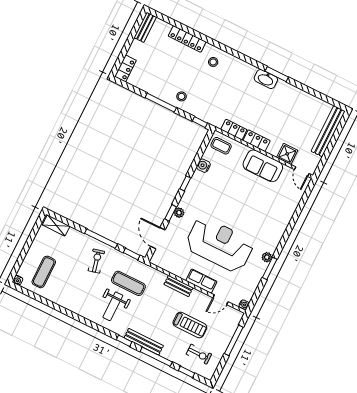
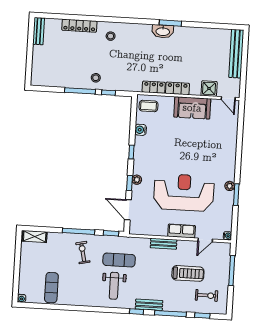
locker: (125, 68) -> (37, 74), removed
window: (200, 122) -> (109, 93), moved
exercise mat: (44, 272) -> (51, 288), moved
bench: (144, 342) -> (149, 305), width x0.73

